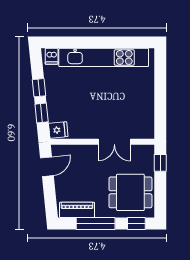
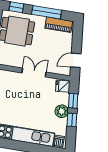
plant: (54, 97) -> (62, 111), added
double door: (114, 142) -> (34, 72), moved

